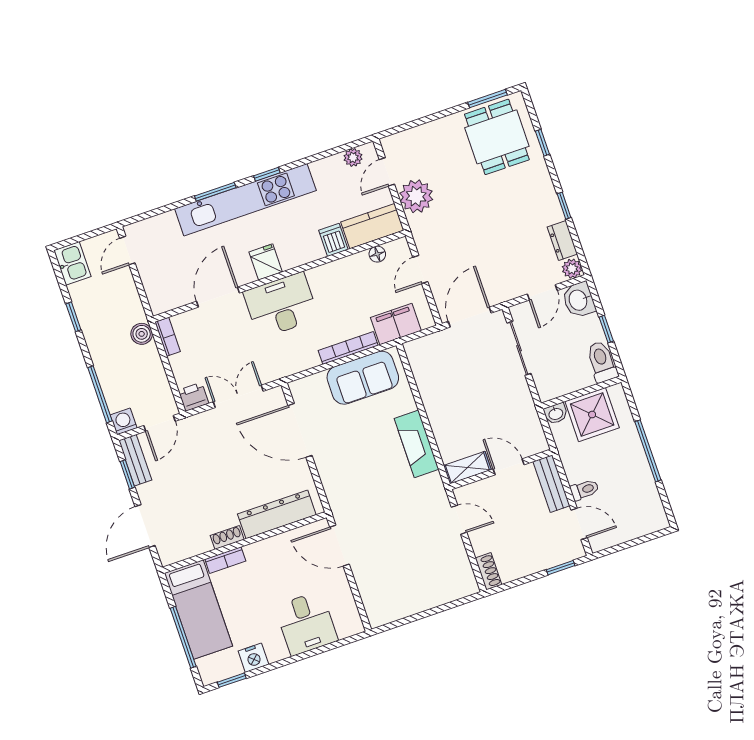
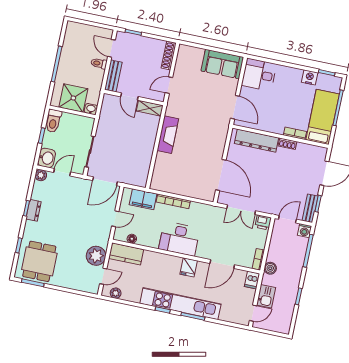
dishwasher: (333, 240) -> (252, 280), moved
dresser: (562, 241) -> (33, 210), moved
kitchen sink: (72, 263) -> (266, 296), moved, turned 180
desk: (281, 305) -> (179, 239), moved
sofa: (363, 378) -> (222, 64), moved, turned 180
door: (459, 520) -> (169, 85), hinge flipped
shoe rack: (488, 571) -> (169, 55), width x1.43
desk: (306, 623) -> (259, 75), moved, turned -90

